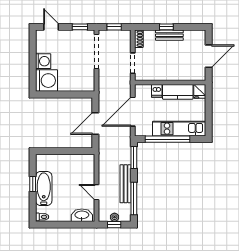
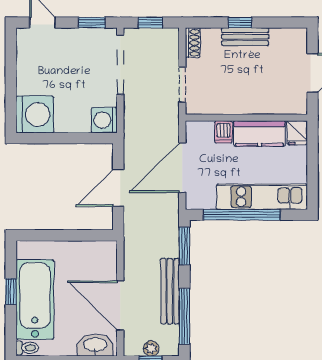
washing machine: (43, 61) -> (104, 120), moved, turned 180
bathtub: (44, 189) -> (35, 299), width x1.36, depth x1.36
door: (97, 192) -> (120, 306), width x1.88

